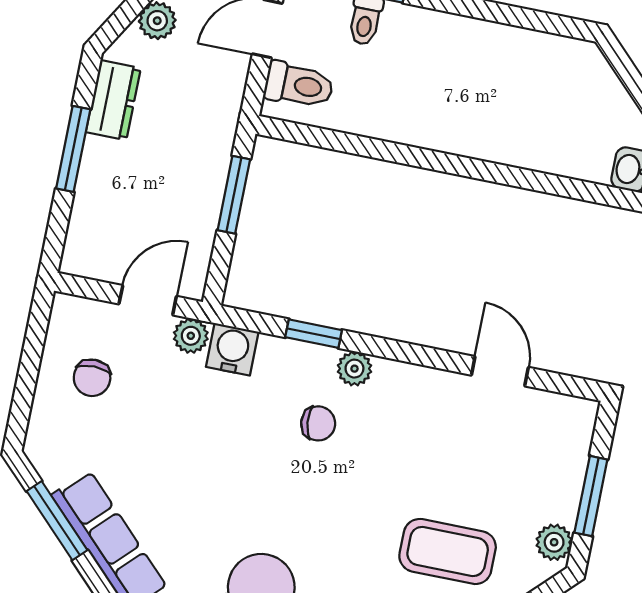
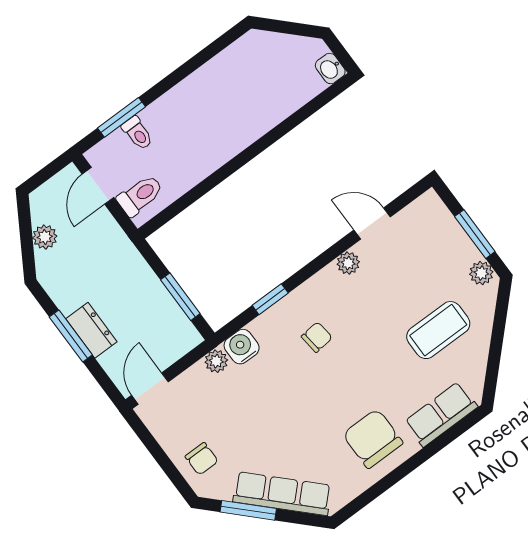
dresser: (113, 100) -> (91, 330), moved
window: (234, 195) -> (180, 297), moved
door: (148, 300) -> (150, 389), moved
plant: (354, 369) -> (348, 263), moved
chair: (92, 378) -> (202, 459), moved

